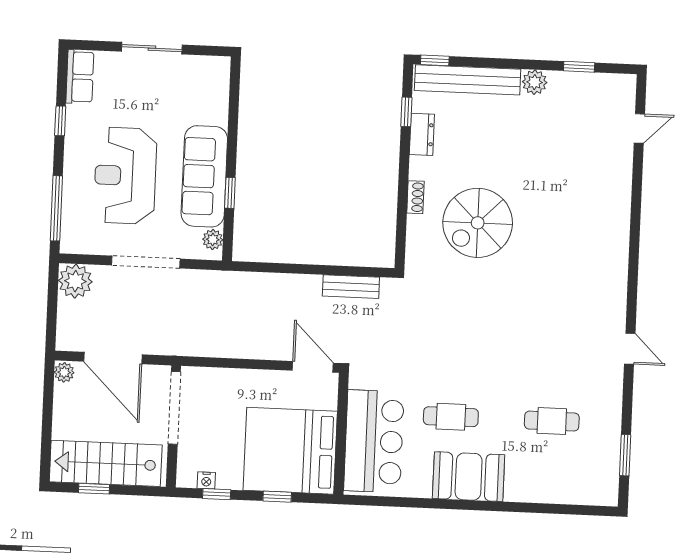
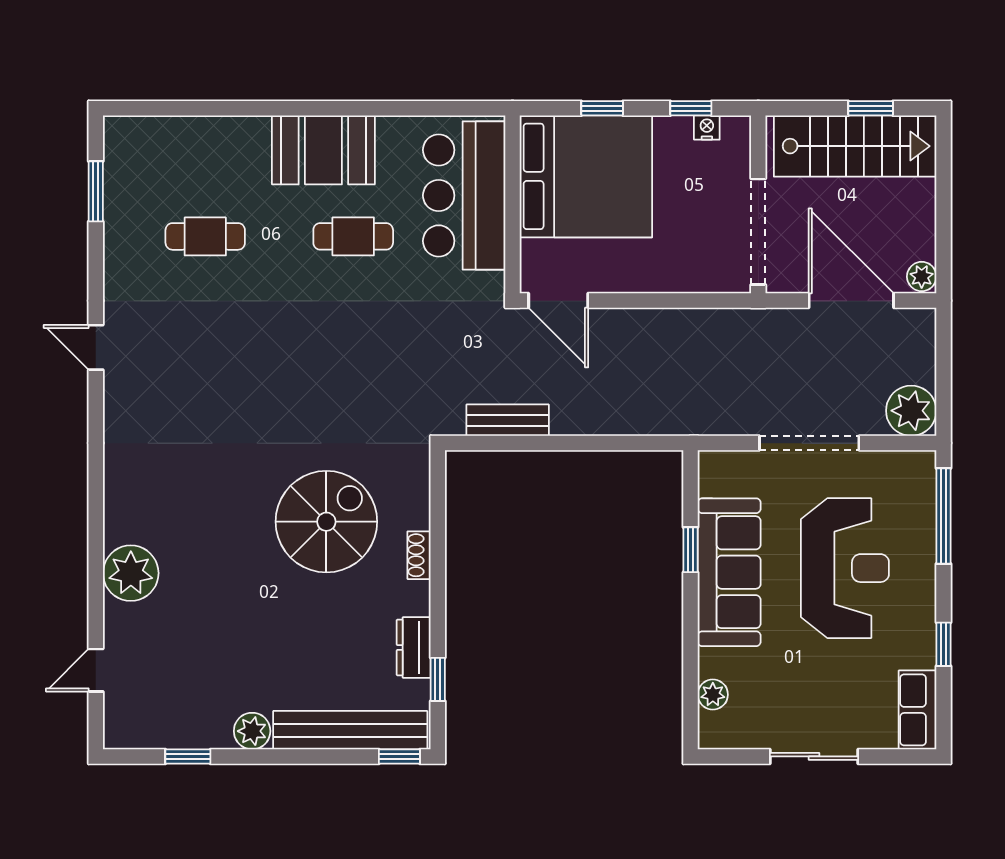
plant: (613, 194) -> (131, 573), added
plant: (213, 240) -> (713, 695), moved

